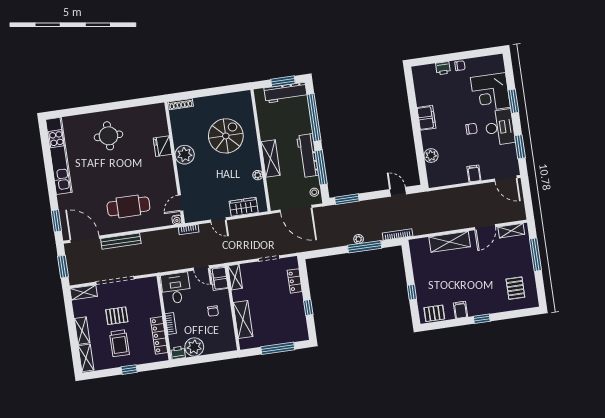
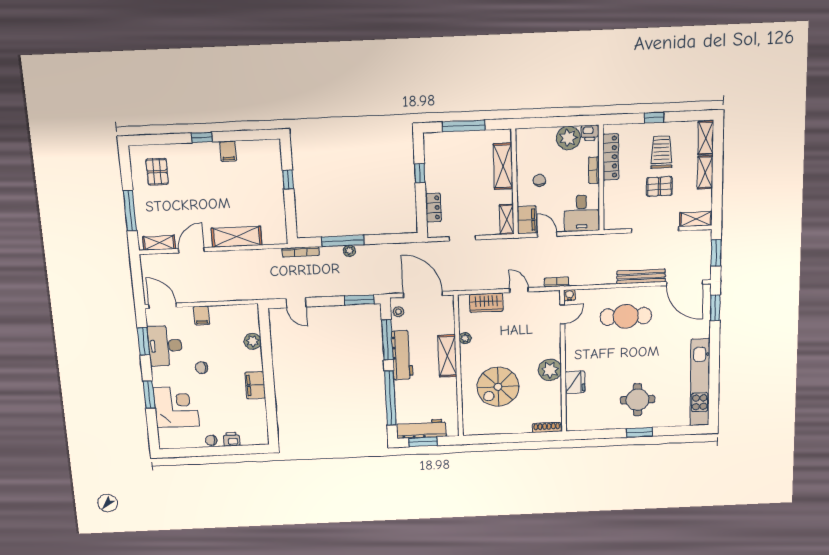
window: (103, 107) -> (639, 432), added
desk: (500, 127) -> (165, 346), moved
pallet: (434, 313) -> (262, 150), removed

